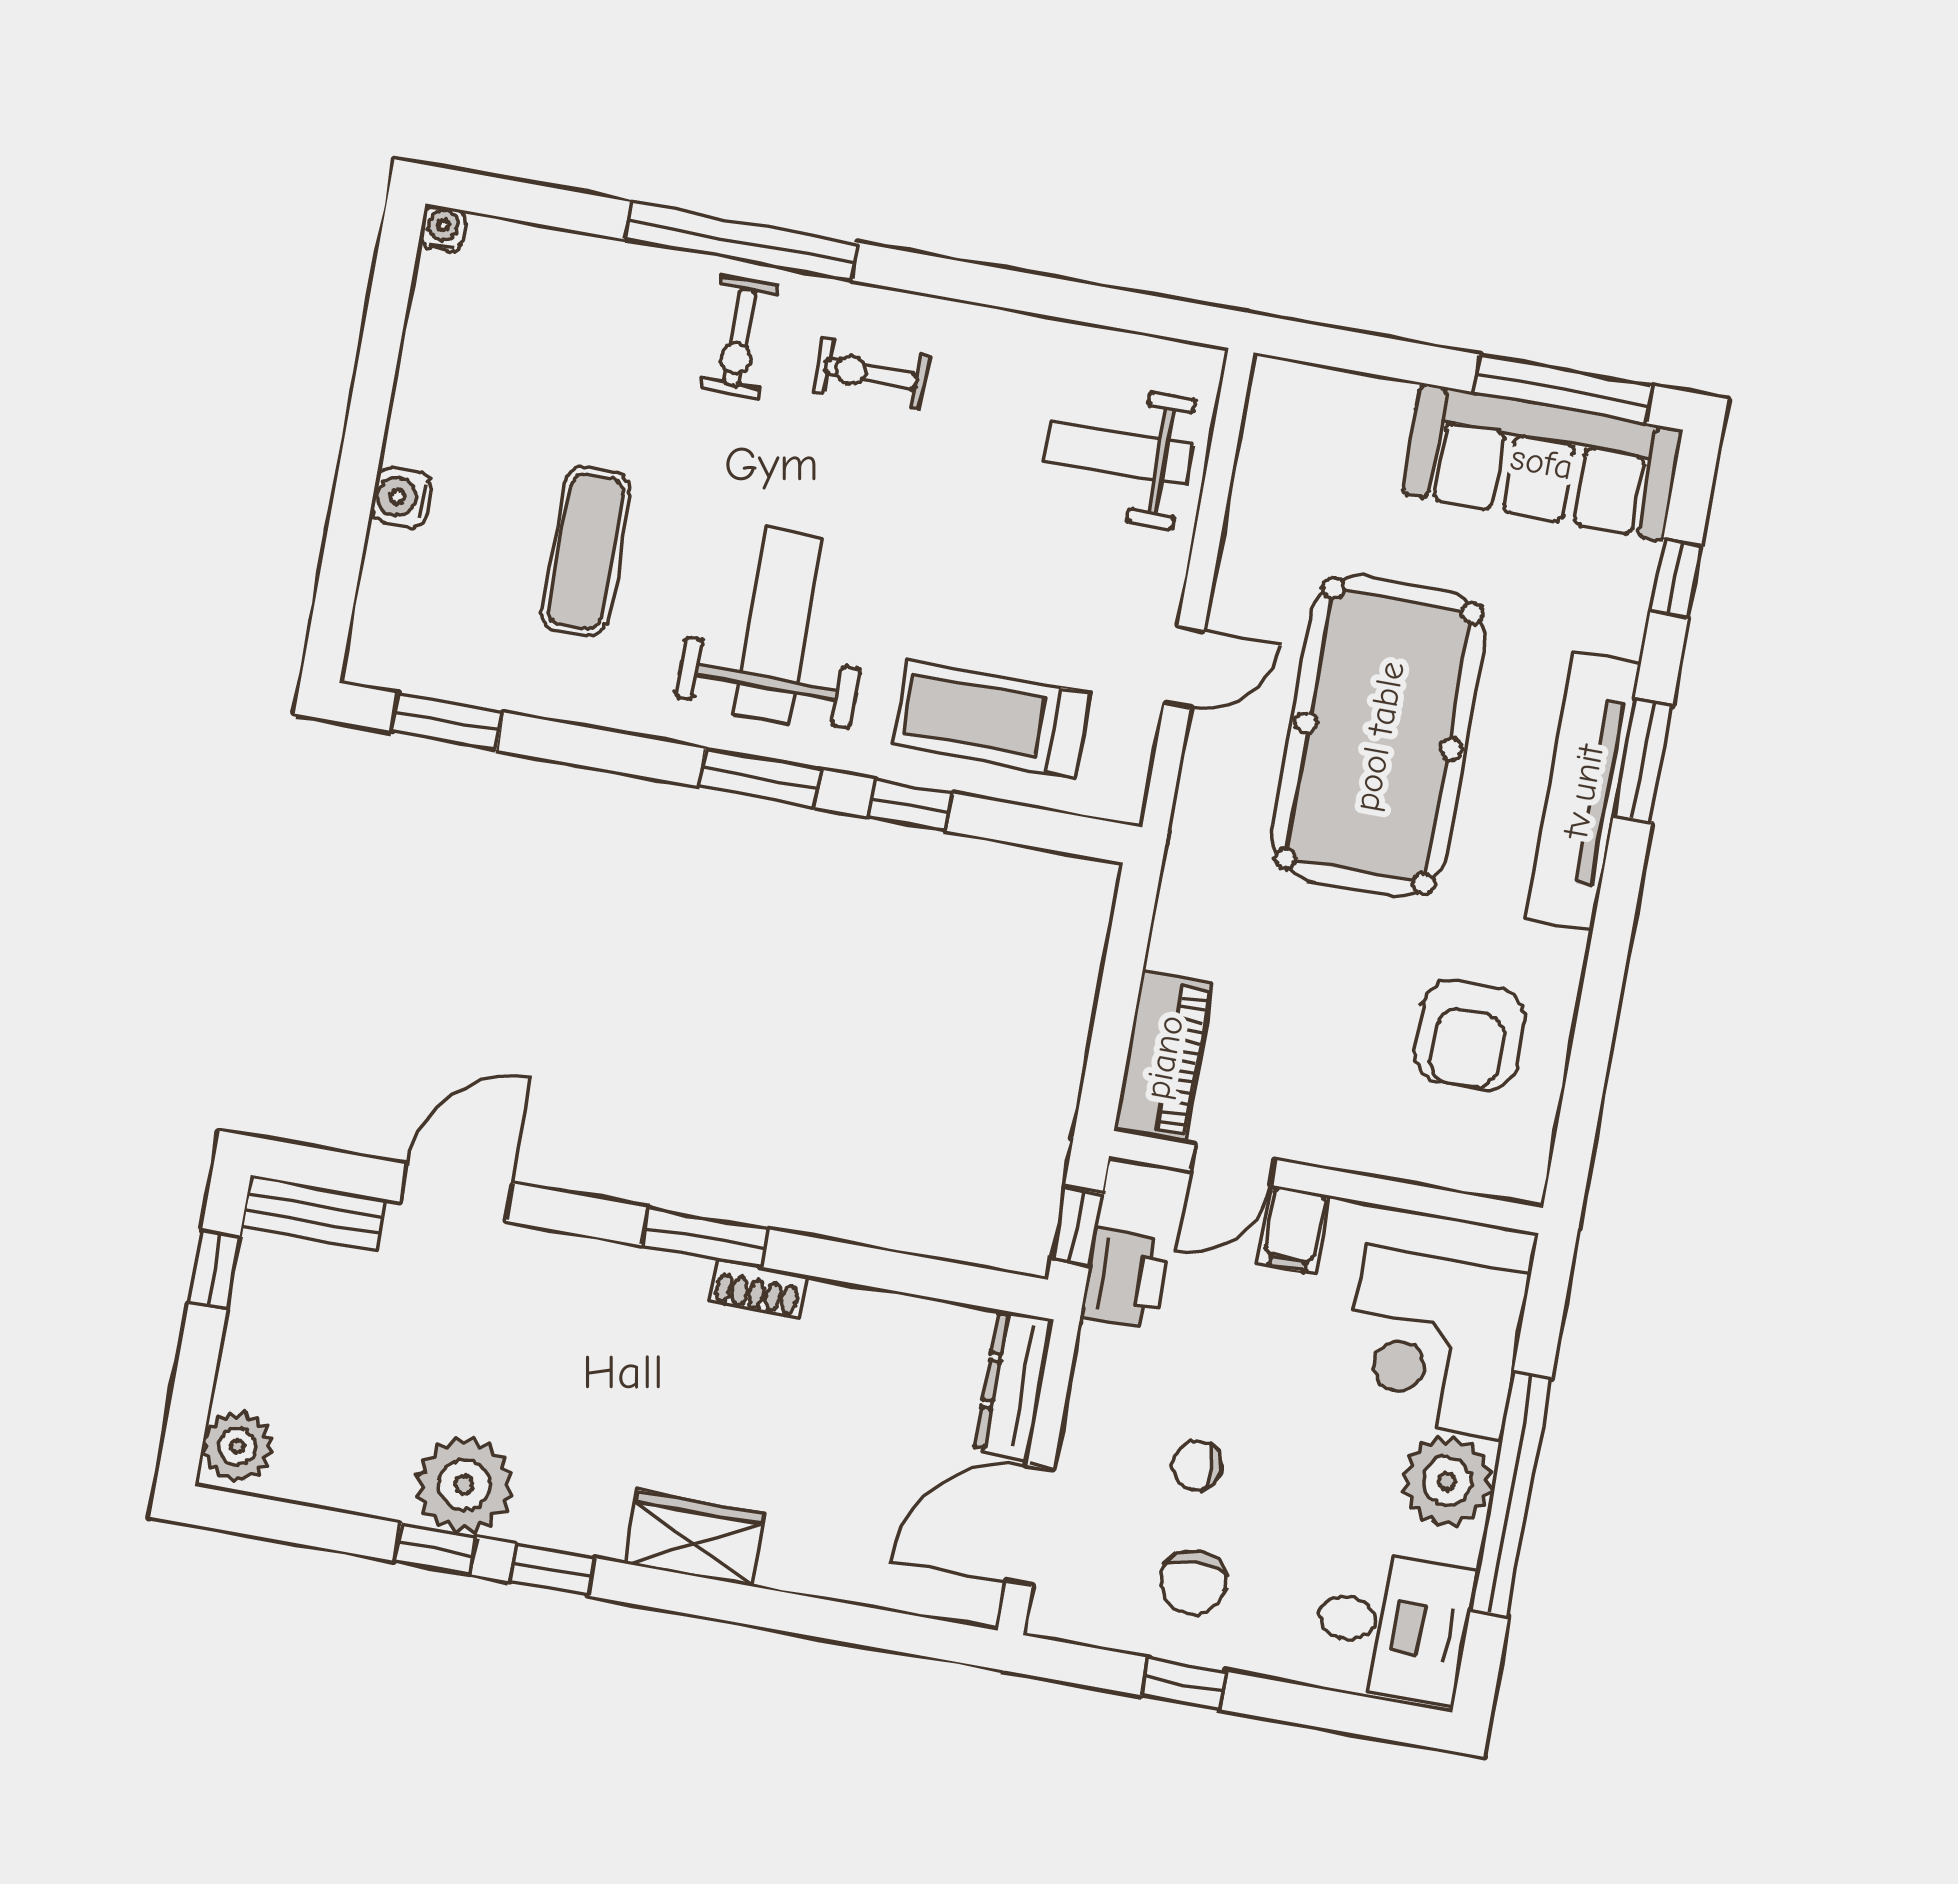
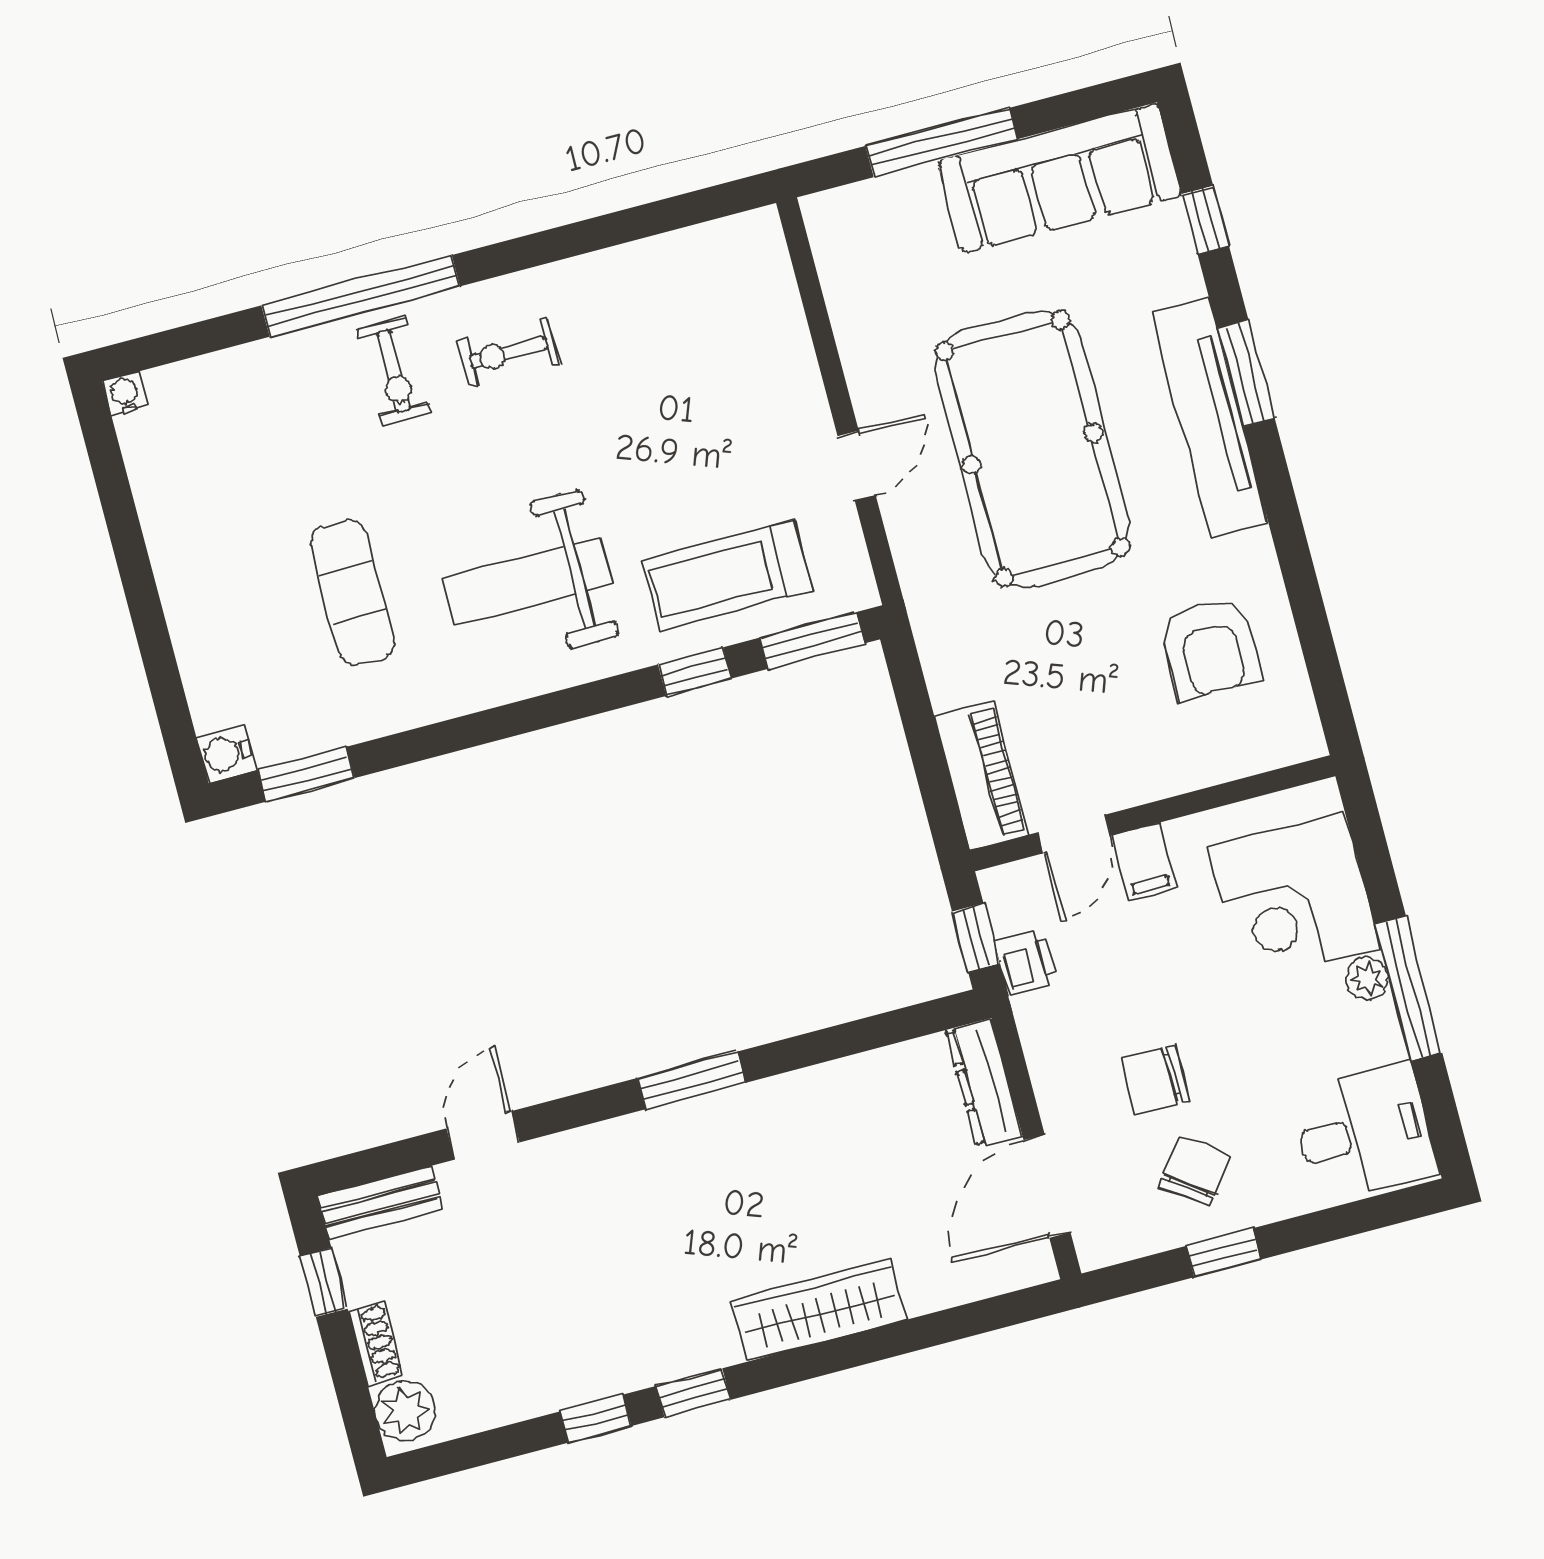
window: (1563, 389) -> (942, 142), moved
weight bench: (1118, 453) -> (729, 324), removed
water cooler: (401, 497) -> (226, 754), moved
weight bench: (778, 626) -> (528, 581), turned -90
window: (760, 778) -> (812, 641), moved
door: (456, 1193) -> (483, 1135), width x0.73
printer: (1125, 1278) -> (1026, 962), width x0.73, depth x0.81
shoe rack: (757, 1288) -> (376, 1343), moved, turned -90
chair: (1197, 1465) -> (1155, 1079), width x1.37, depth x1.37
plant: (1447, 1481) -> (1367, 979), width x0.53, depth x0.53
plant: (464, 1485) -> (595, 1359), removed
window: (1511, 1494) -> (1408, 988), width x0.68
wardrobe: (694, 1538) -> (819, 1310), width x1.50
chair: (1193, 1582) -> (1194, 1171), turned -144

